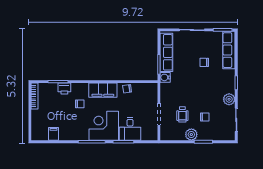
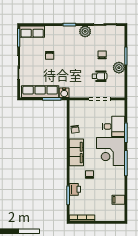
row of seats: (229, 50) -> (32, 32), width x0.68

